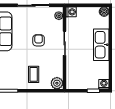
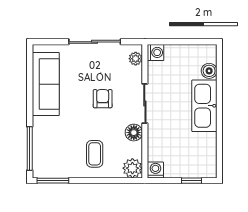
boiler: (104, 12) -> (209, 71), moved
floor lamp: (58, 61) -> (134, 133), added
washing machine: (104, 84) -> (155, 170), moved

